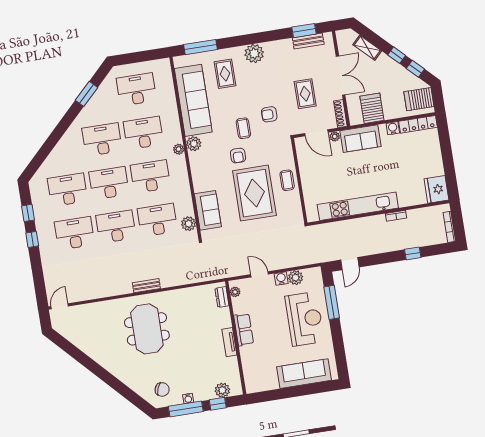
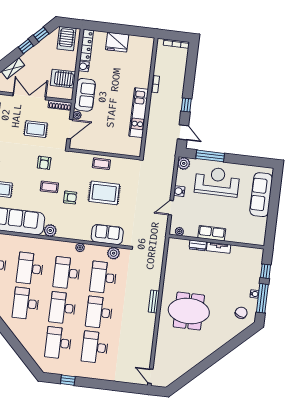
plant: (179, 149) -> (80, 247), moved
fridge: (436, 189) -> (117, 42), moved
rug: (254, 193) -> (104, 193), width x0.73, depth x0.69
kitchen unit: (358, 206) -> (139, 113), width x0.73
window: (32, 239) -> (90, 383), removed
window: (413, 253) -> (186, 105), moved
plant: (296, 278) -> (184, 163), moved
dresser: (222, 297) -> (198, 245), moved
plant: (222, 390) -> (256, 264), removed

